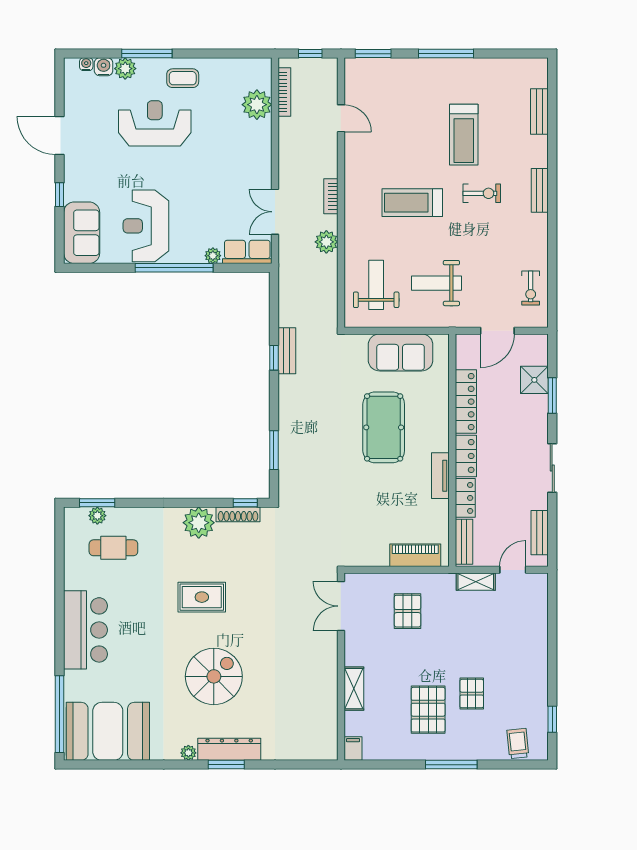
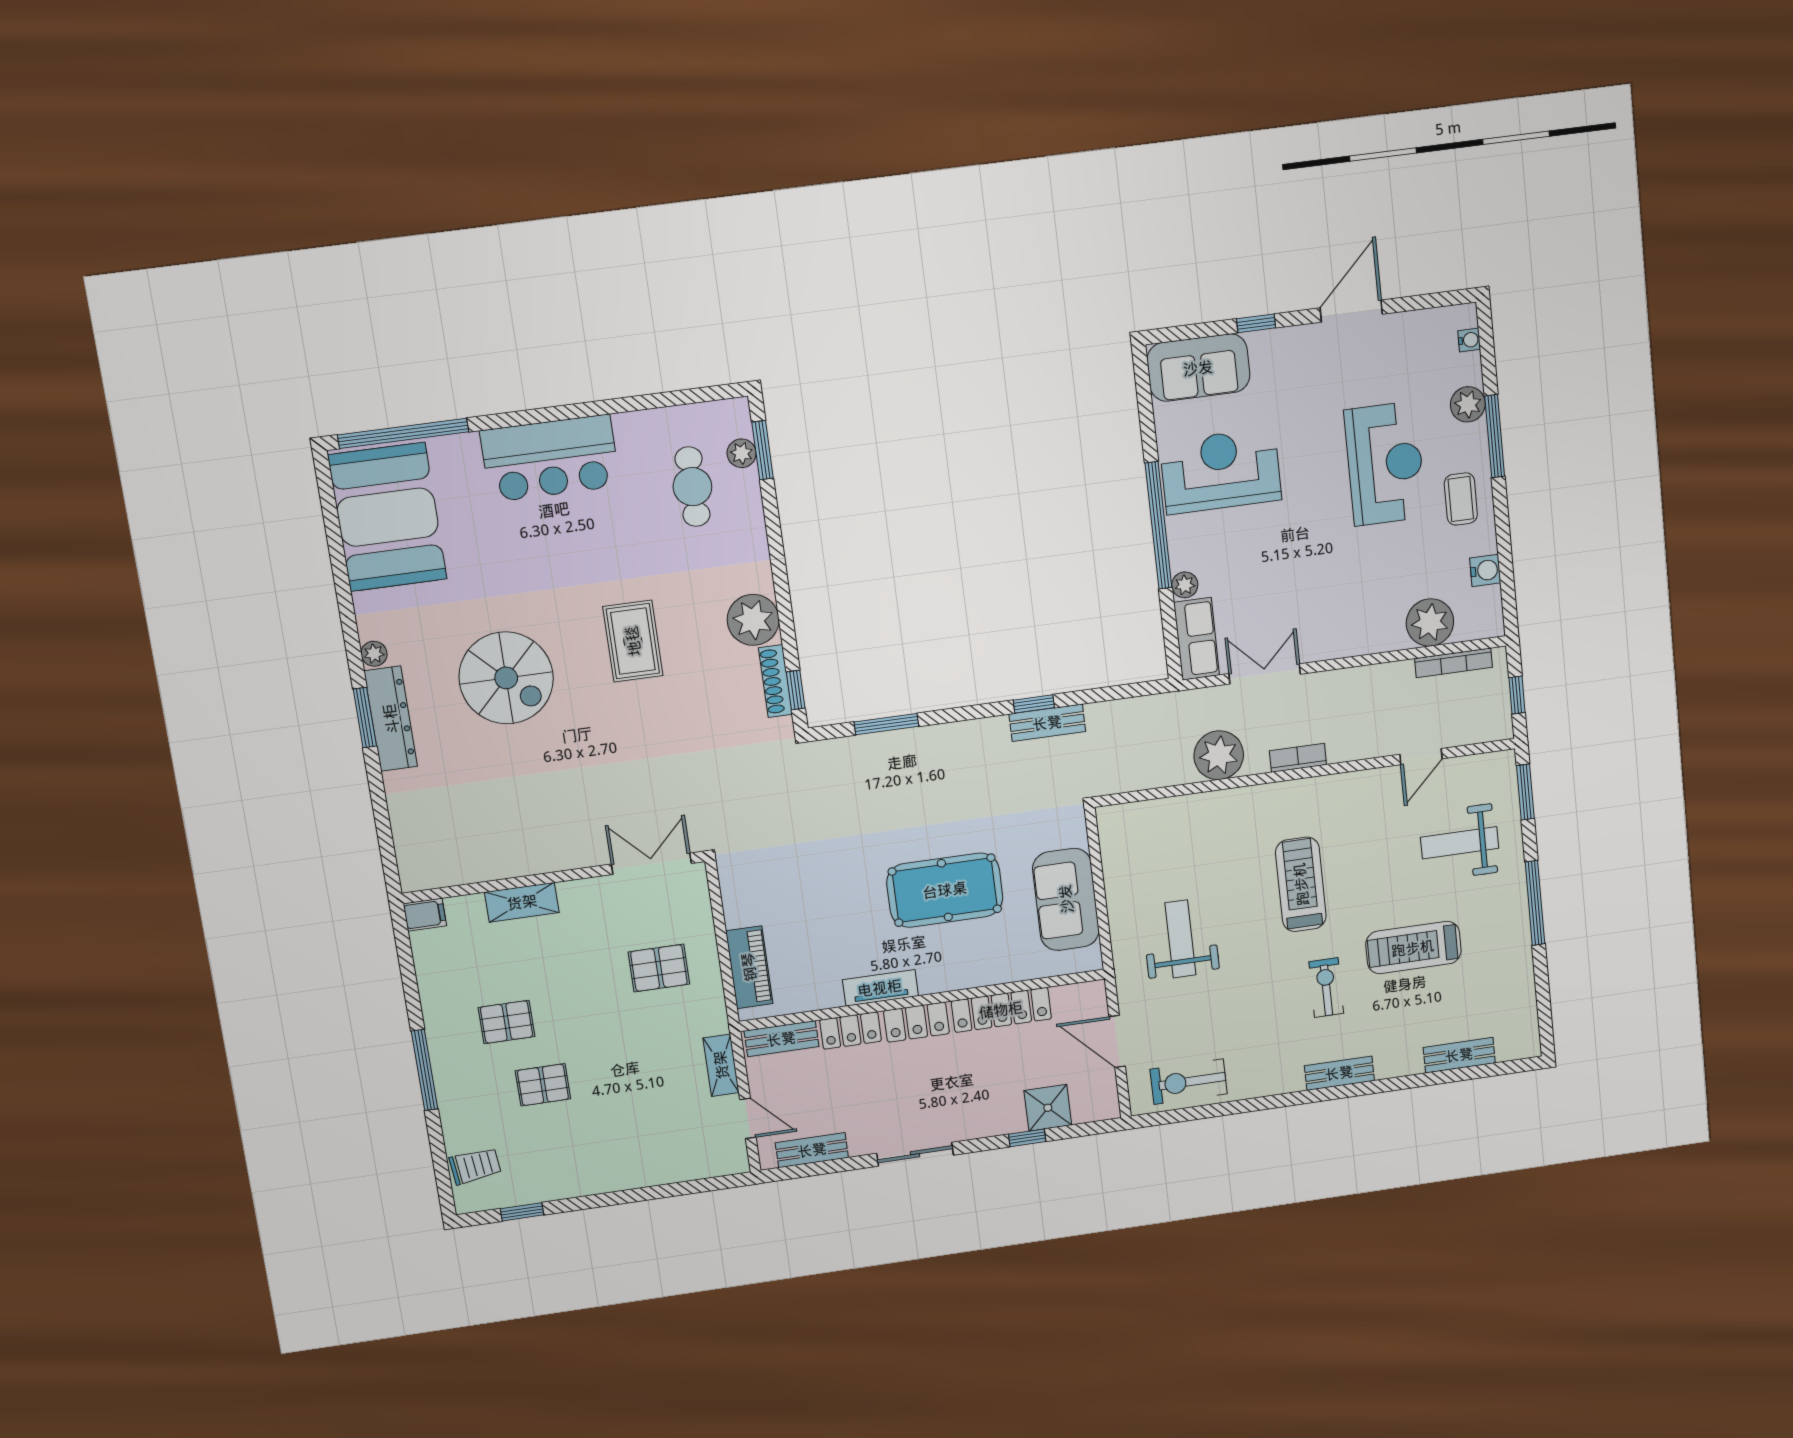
water cooler: (104, 67) -> (1485, 570), moved
exercise bike: (482, 193) -> (1326, 988), turned 180
plant: (326, 242) -> (1219, 755), width x1.36, depth x1.36
weight bench: (376, 285) -> (1460, 843), moved, turned 180
exercise bike: (531, 288) -> (1189, 1082), width x1.38, depth x1.39
window: (552, 395) -> (1027, 1138), width x0.67
pallet: (428, 710) -> (507, 1022), width x0.67, depth x0.71

